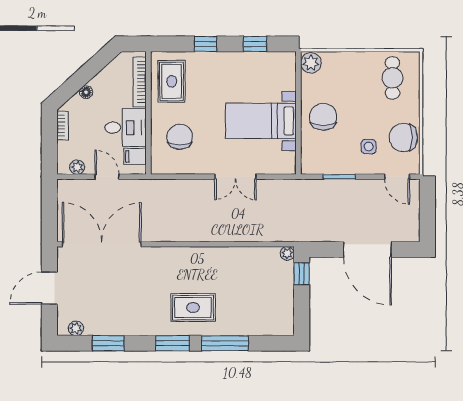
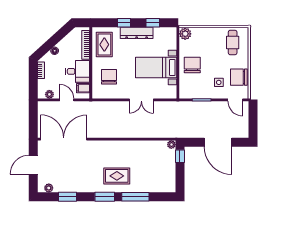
dresser: (227, 61) -> (137, 33), added

